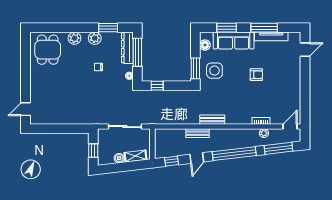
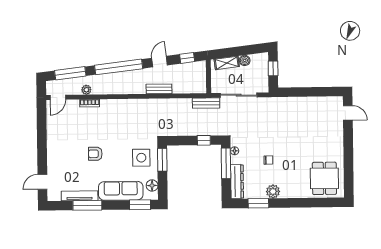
window: (227, 28) -> (140, 205), moved
plant: (74, 38) -> (295, 191), removed
window: (137, 52) -> (226, 163), moved
door: (26, 109) -> (348, 113), hinge flipped
bench: (212, 120) -> (206, 103), moved

